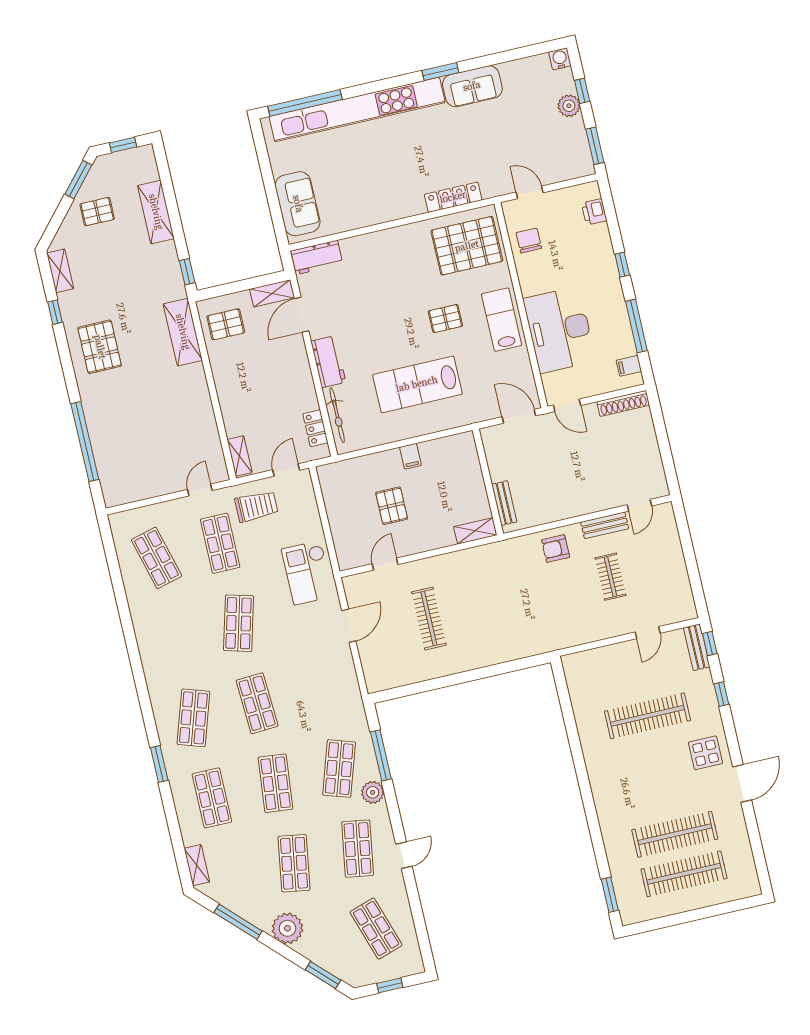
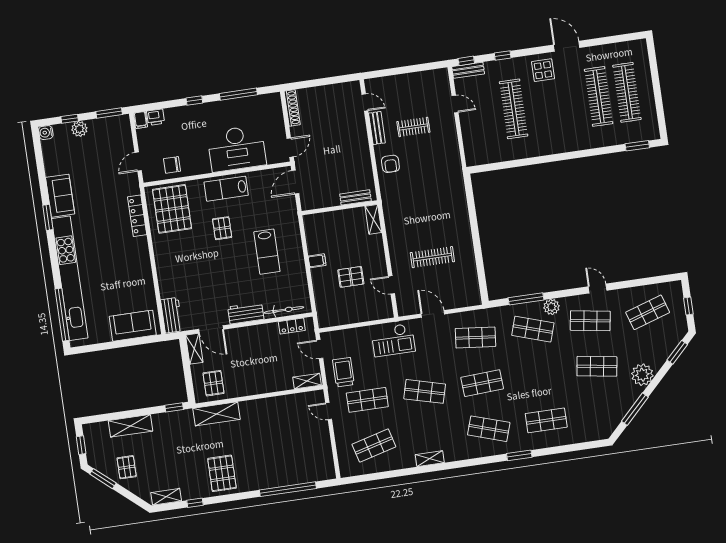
pallet: (100, 347) -> (222, 473), turned 90
filing cabinet: (629, 366) -> (141, 120), moved
lab bench: (417, 384) -> (267, 252), width x0.73, depth x0.72
shop shelf: (276, 783) -> (475, 337), moved
shelving: (197, 865) -> (430, 459), moved

